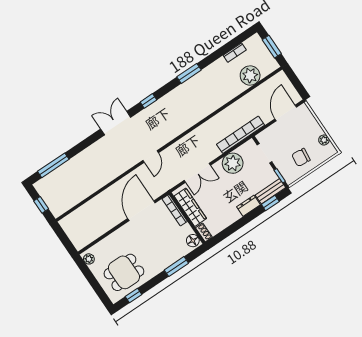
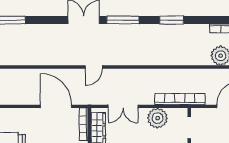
window: (148, 101) -> (123, 20), width x2.17
door: (141, 211) -> (56, 106), hinge flipped

